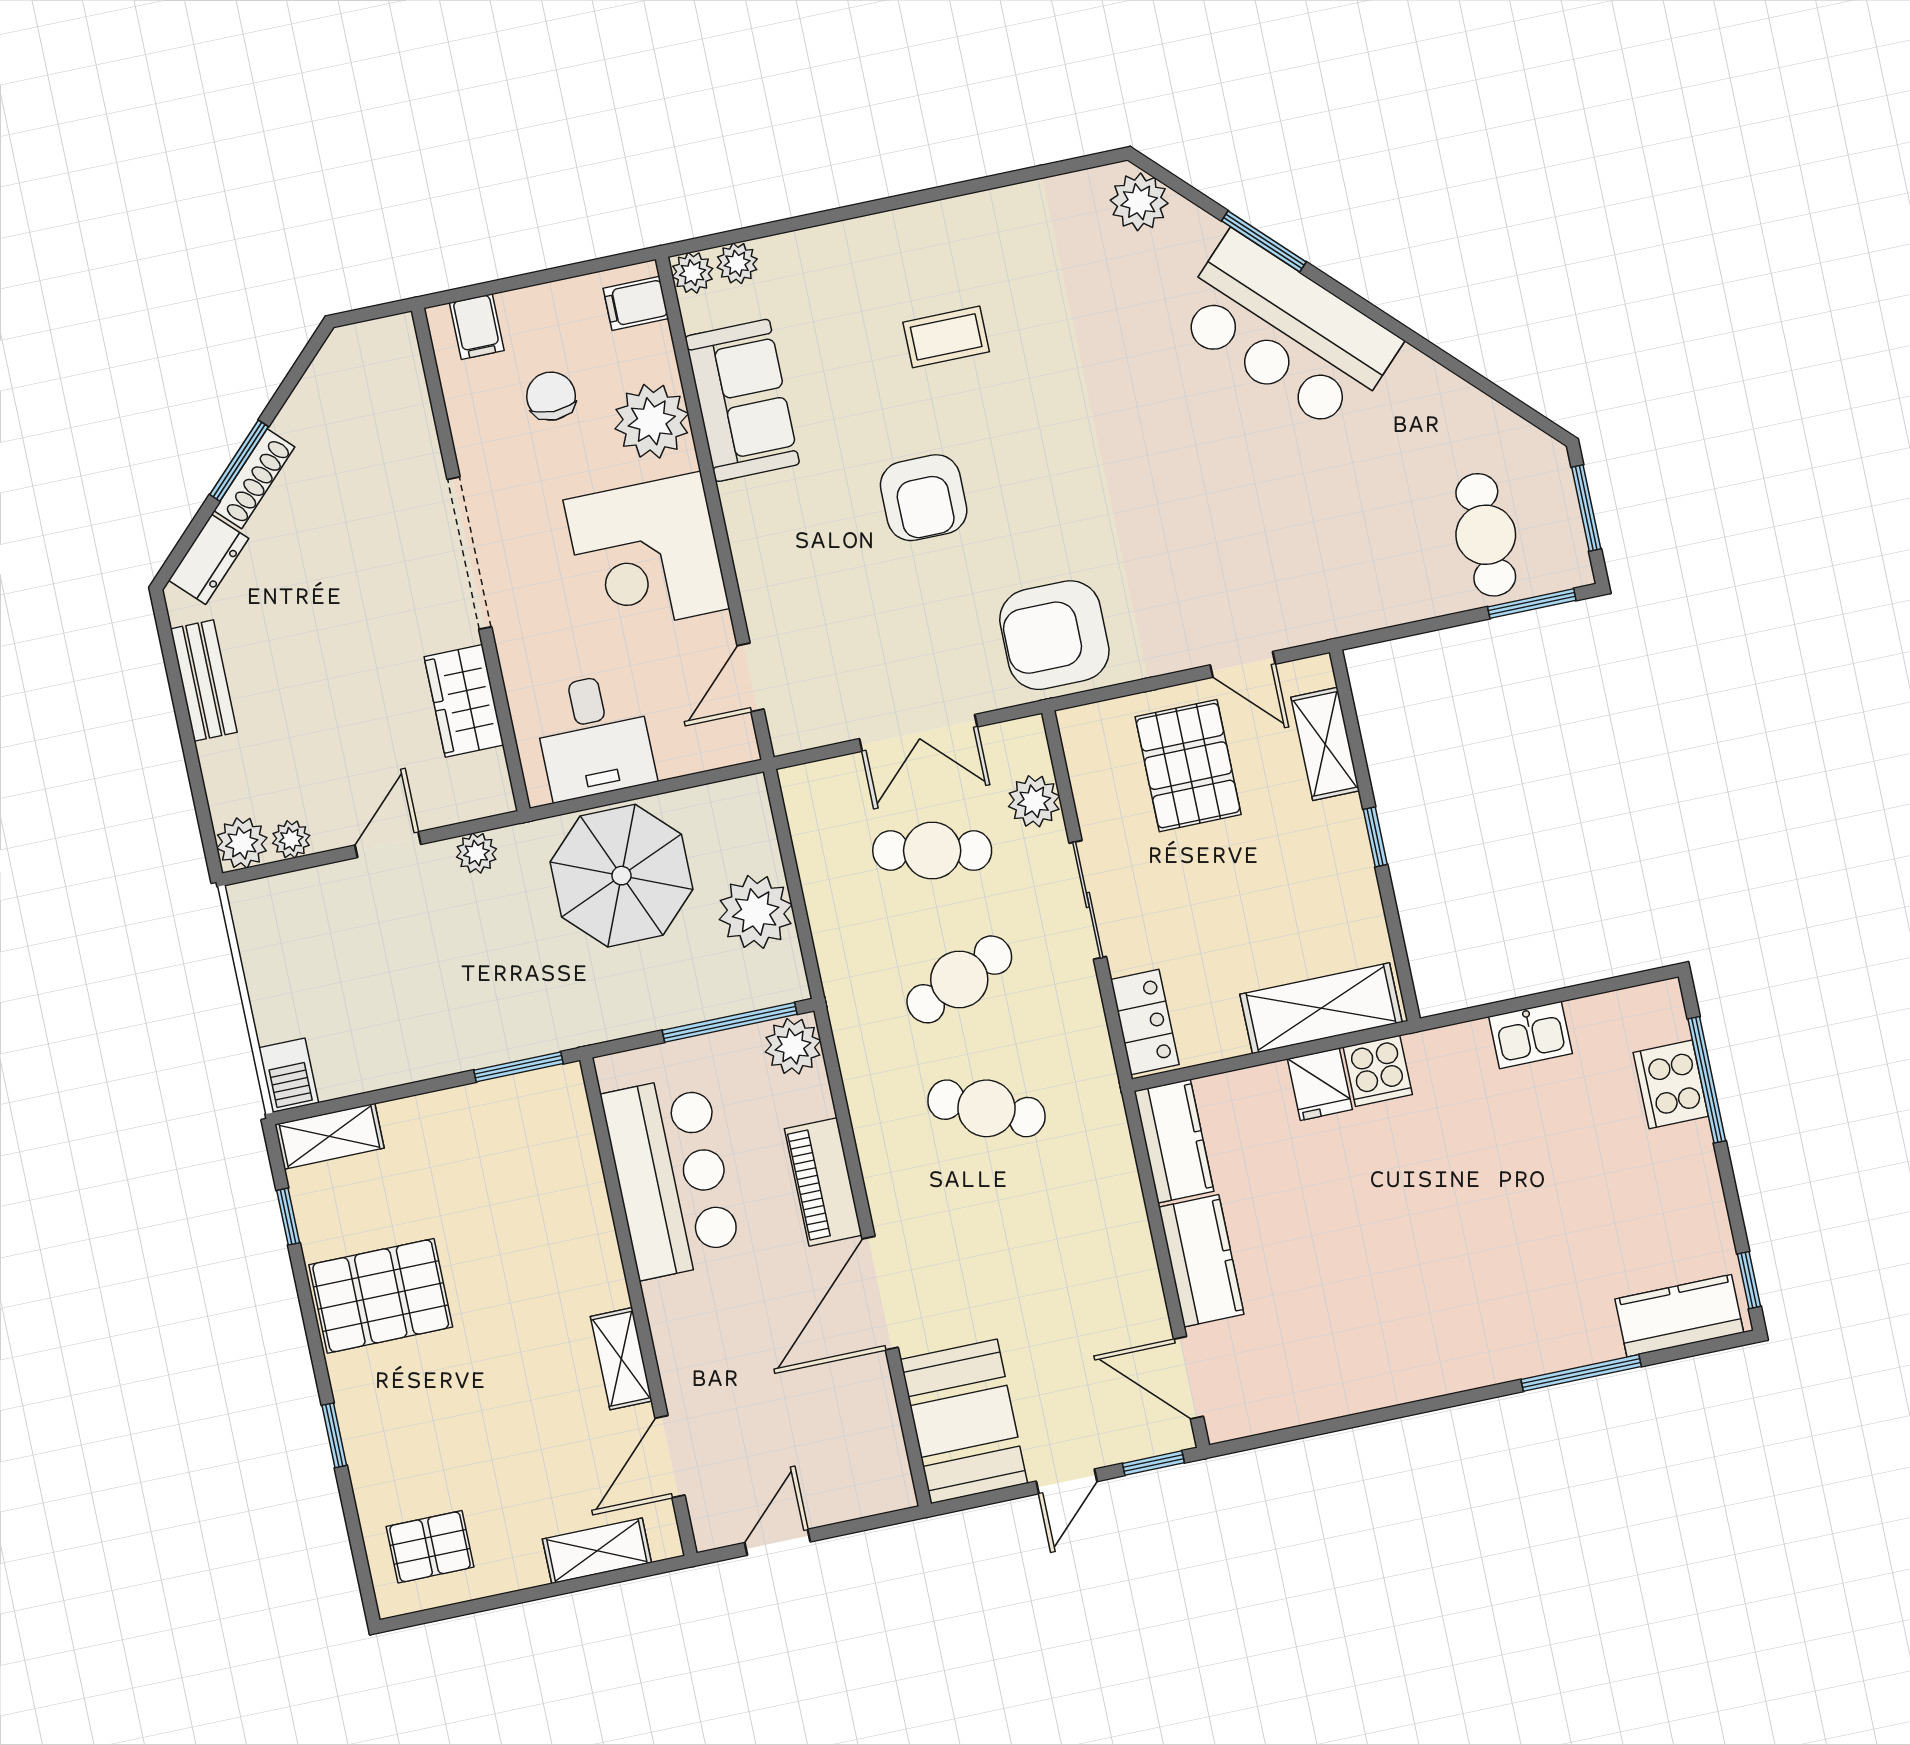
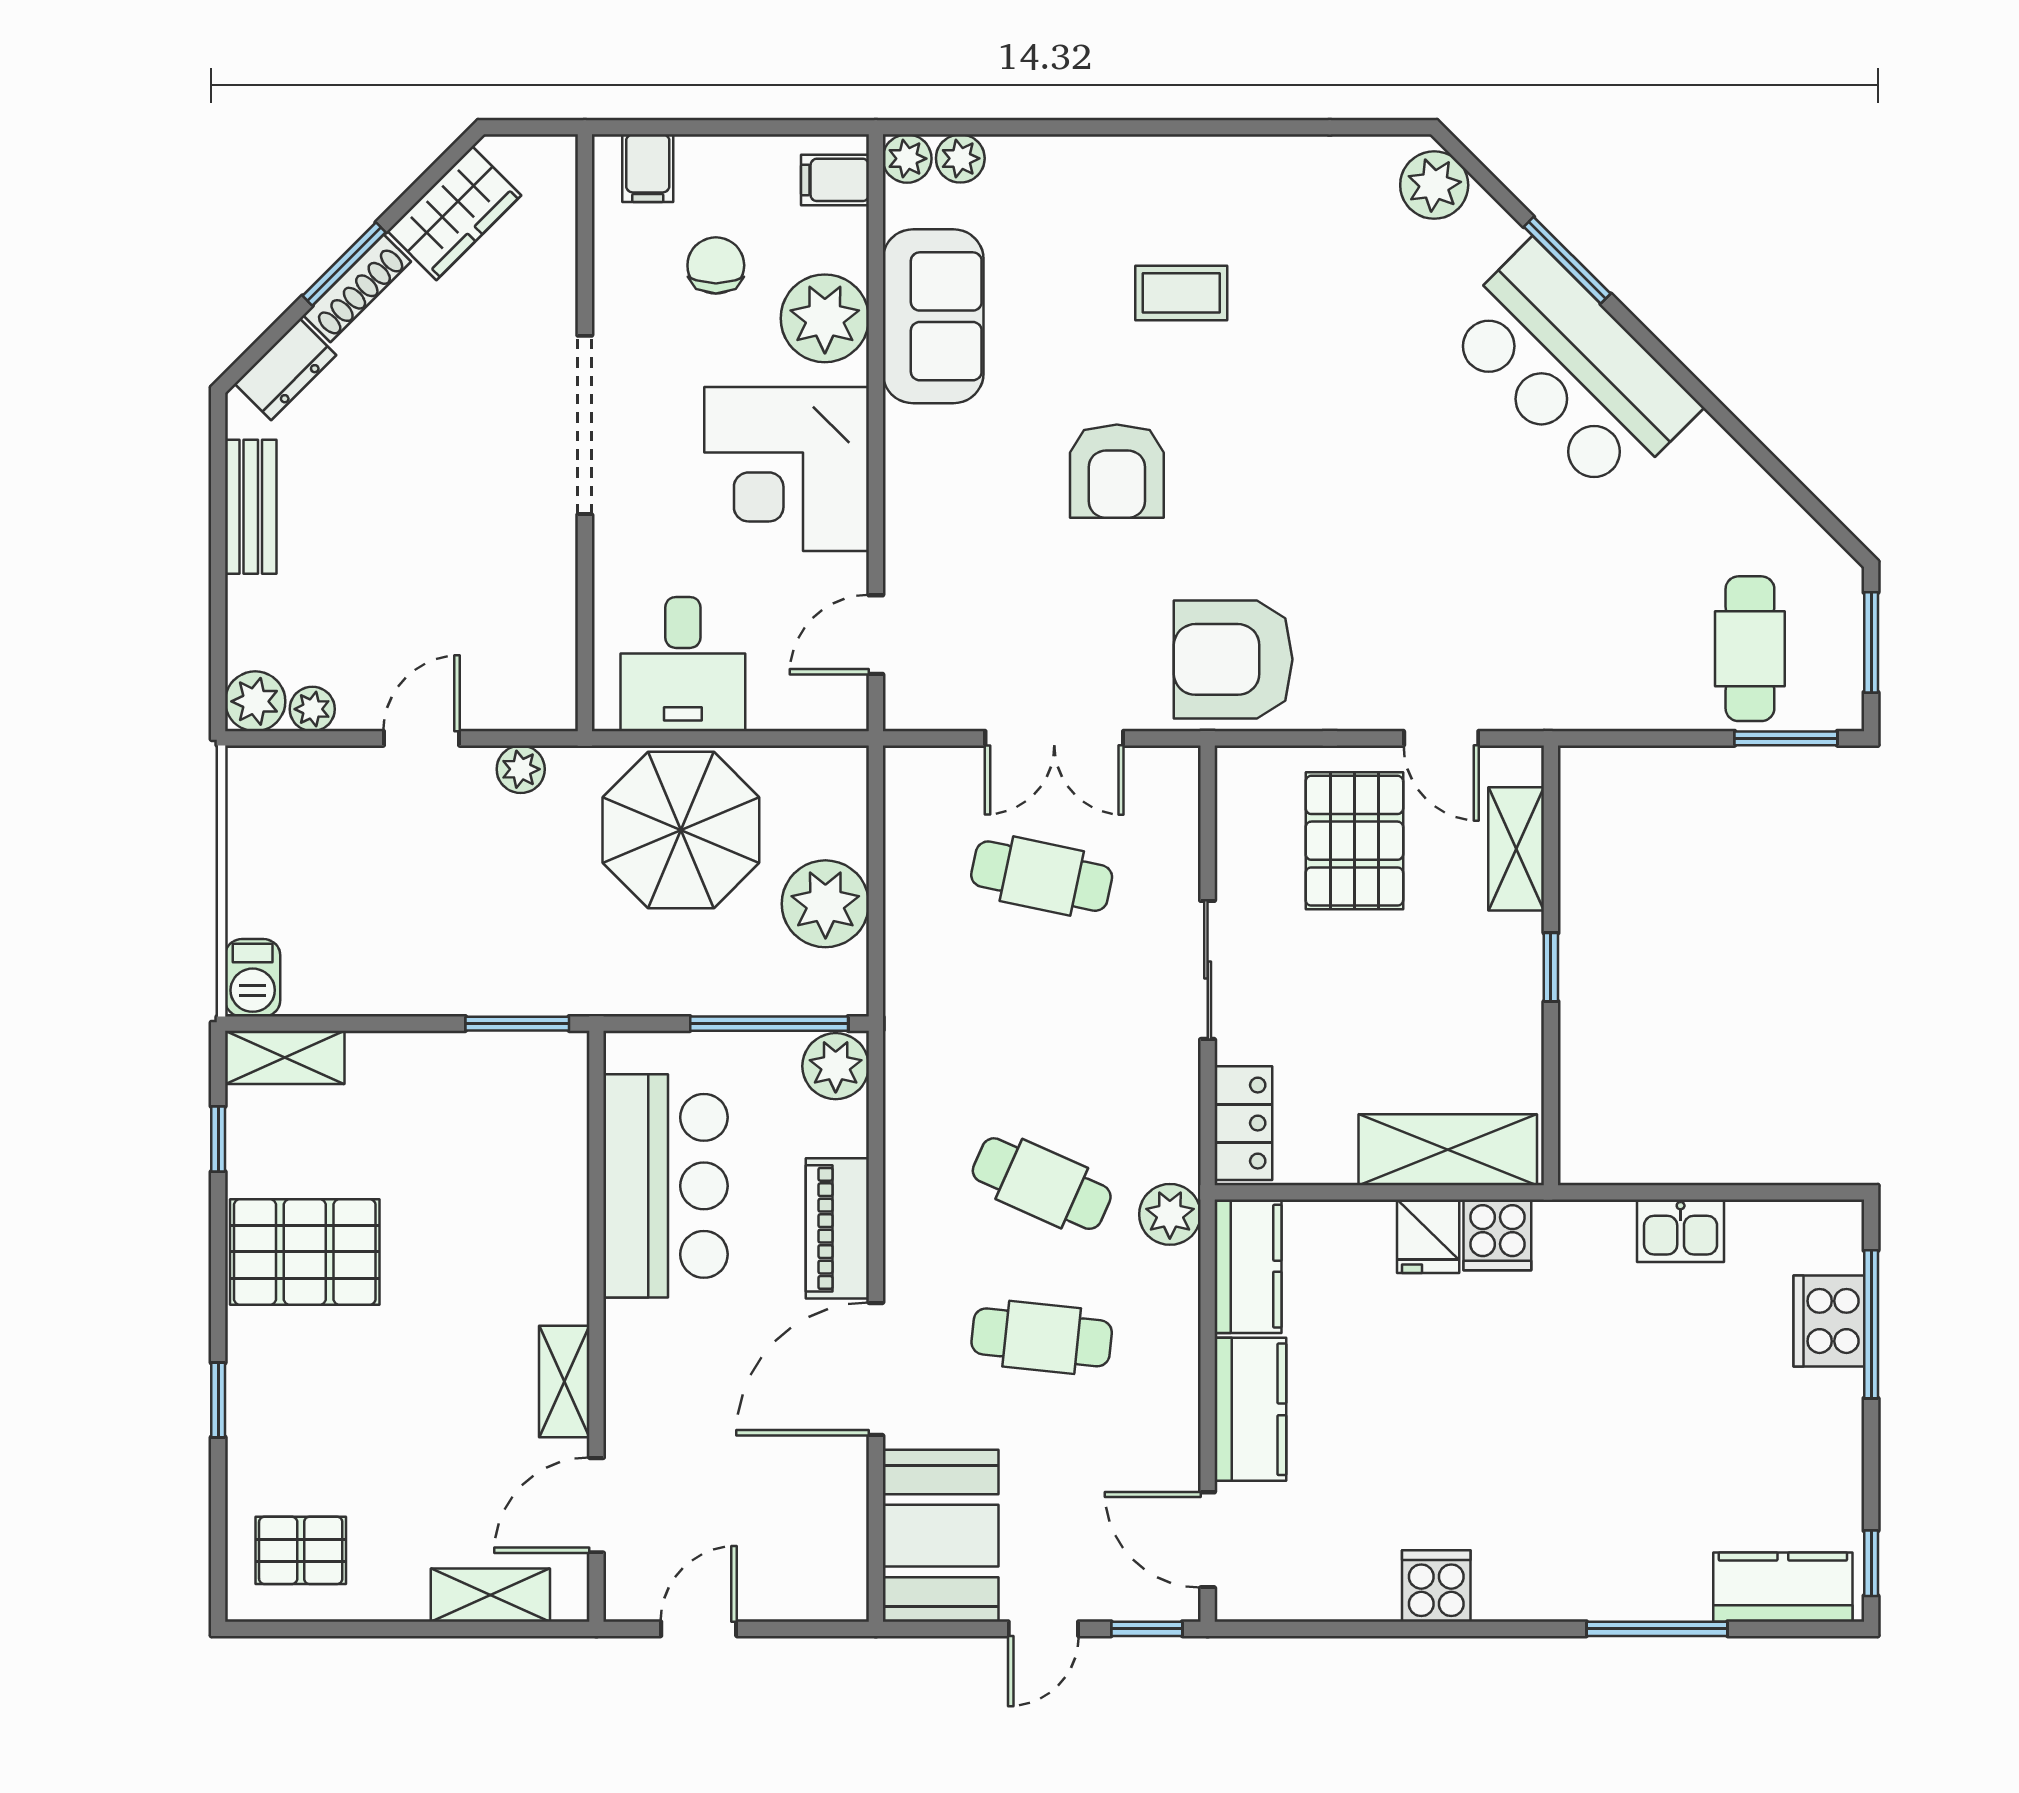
wardrobe: (464, 701) -> (454, 213), moved, turned -135
plant: (1034, 801) -> (1170, 1214), moved
cafe table: (959, 979) -> (1042, 1337), moved, turned 30
cooker: (1388, 1376) -> (1436, 1586), added

